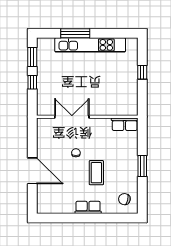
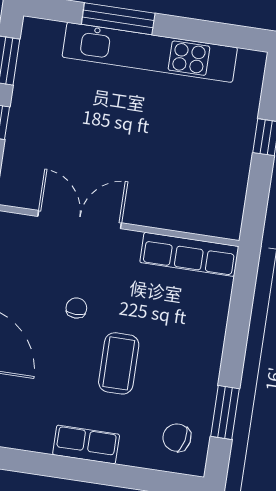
row of seats: (125, 124) -> (189, 254), width x1.48
window: (142, 166) -> (225, 412), moved

